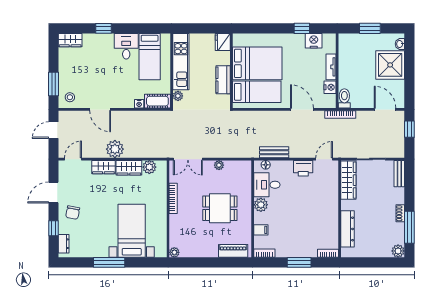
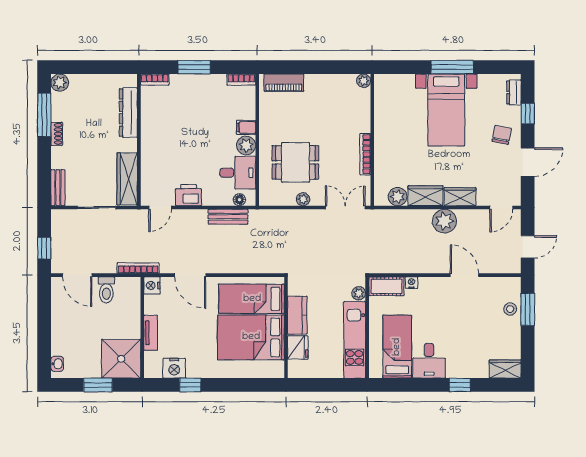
fridge: (223, 42) -> (298, 347), moved
shower: (390, 65) -> (121, 359), moved
nightstand: (330, 87) -> (152, 285), moved
stool: (70, 97) -> (510, 309), moved
toilet: (344, 98) -> (106, 290), moved
dining table: (220, 208) -> (295, 162), moved
filing cabinet: (261, 230) -> (246, 128), moved
bed with nightstands: (132, 231) -> (446, 110), moved

